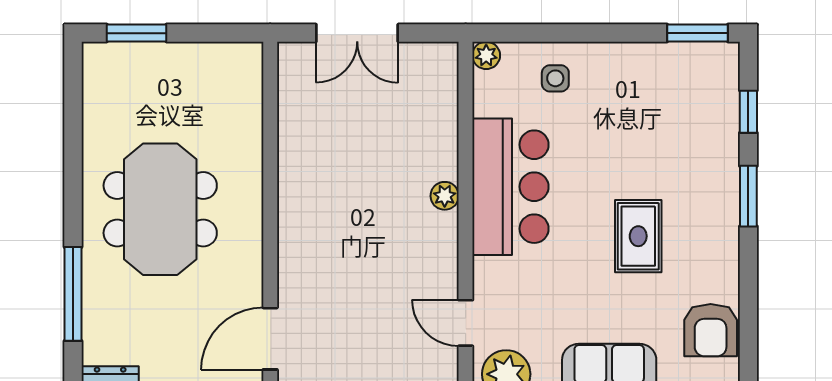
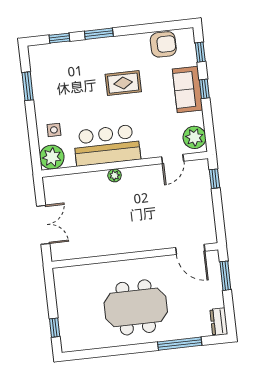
window: (137, 33) -> (55, 328), width x0.67
window: (697, 33) -> (28, 86), moved
plant: (486, 55) -> (52, 157), width x1.87, depth x1.87

